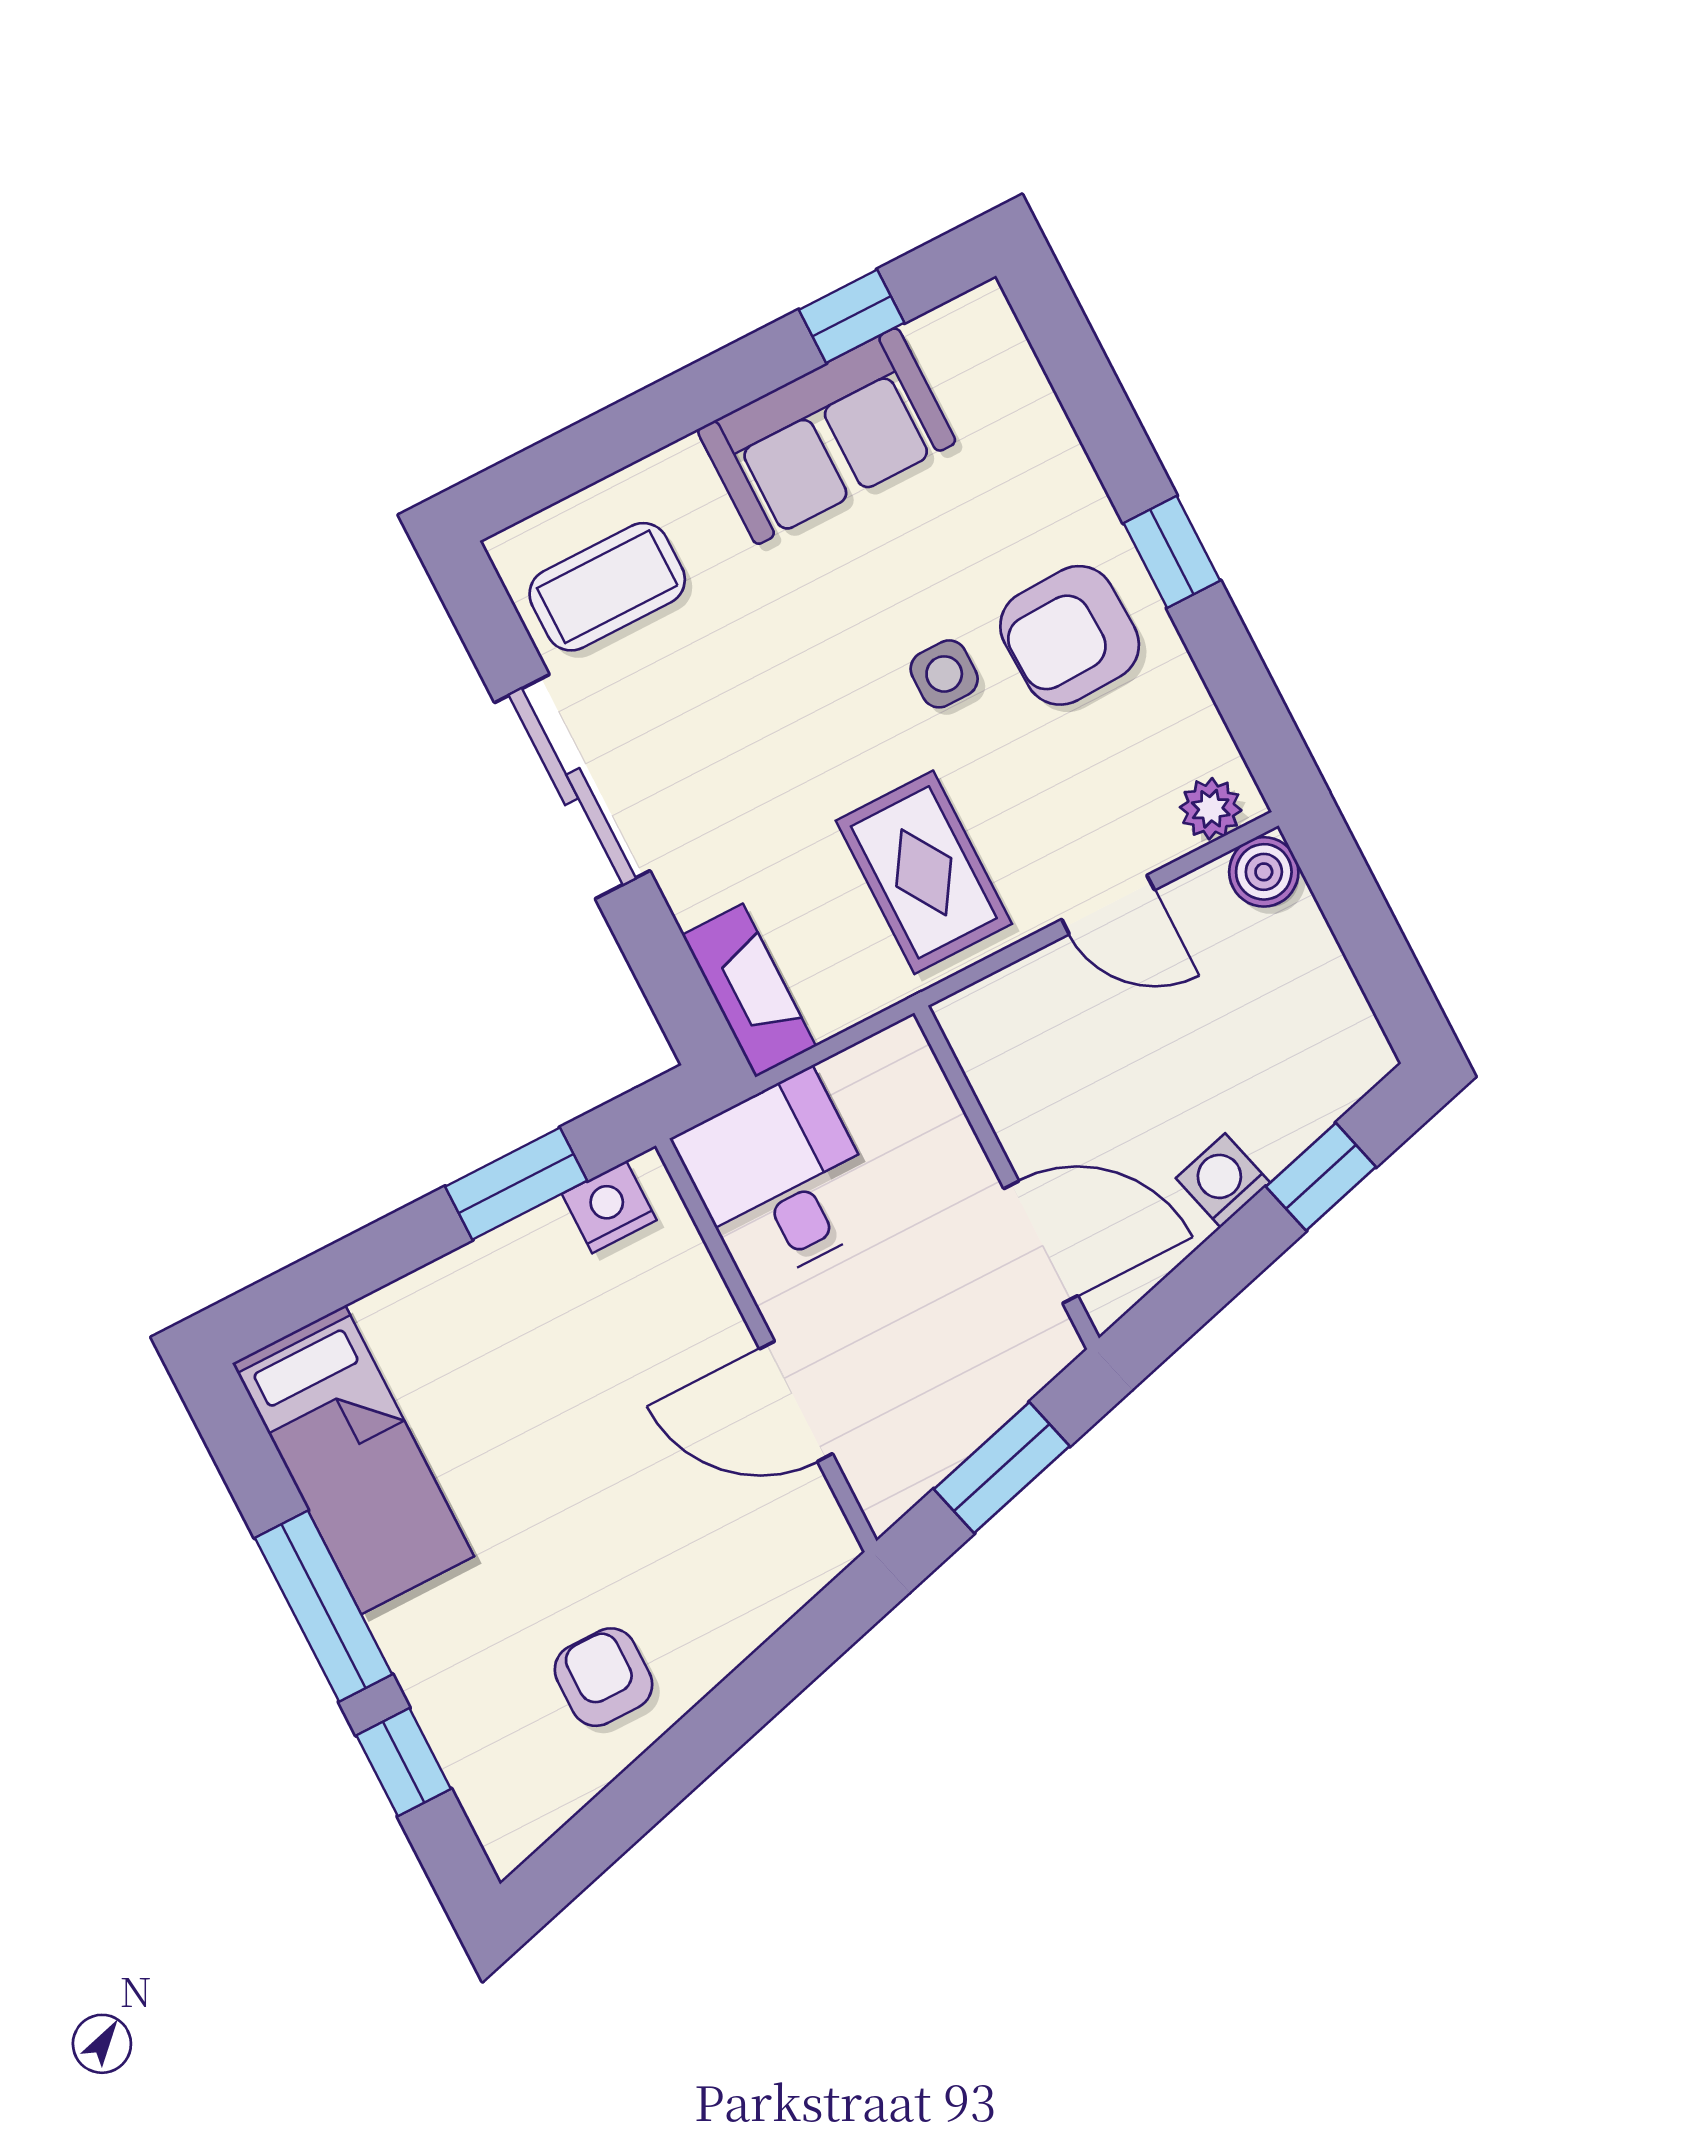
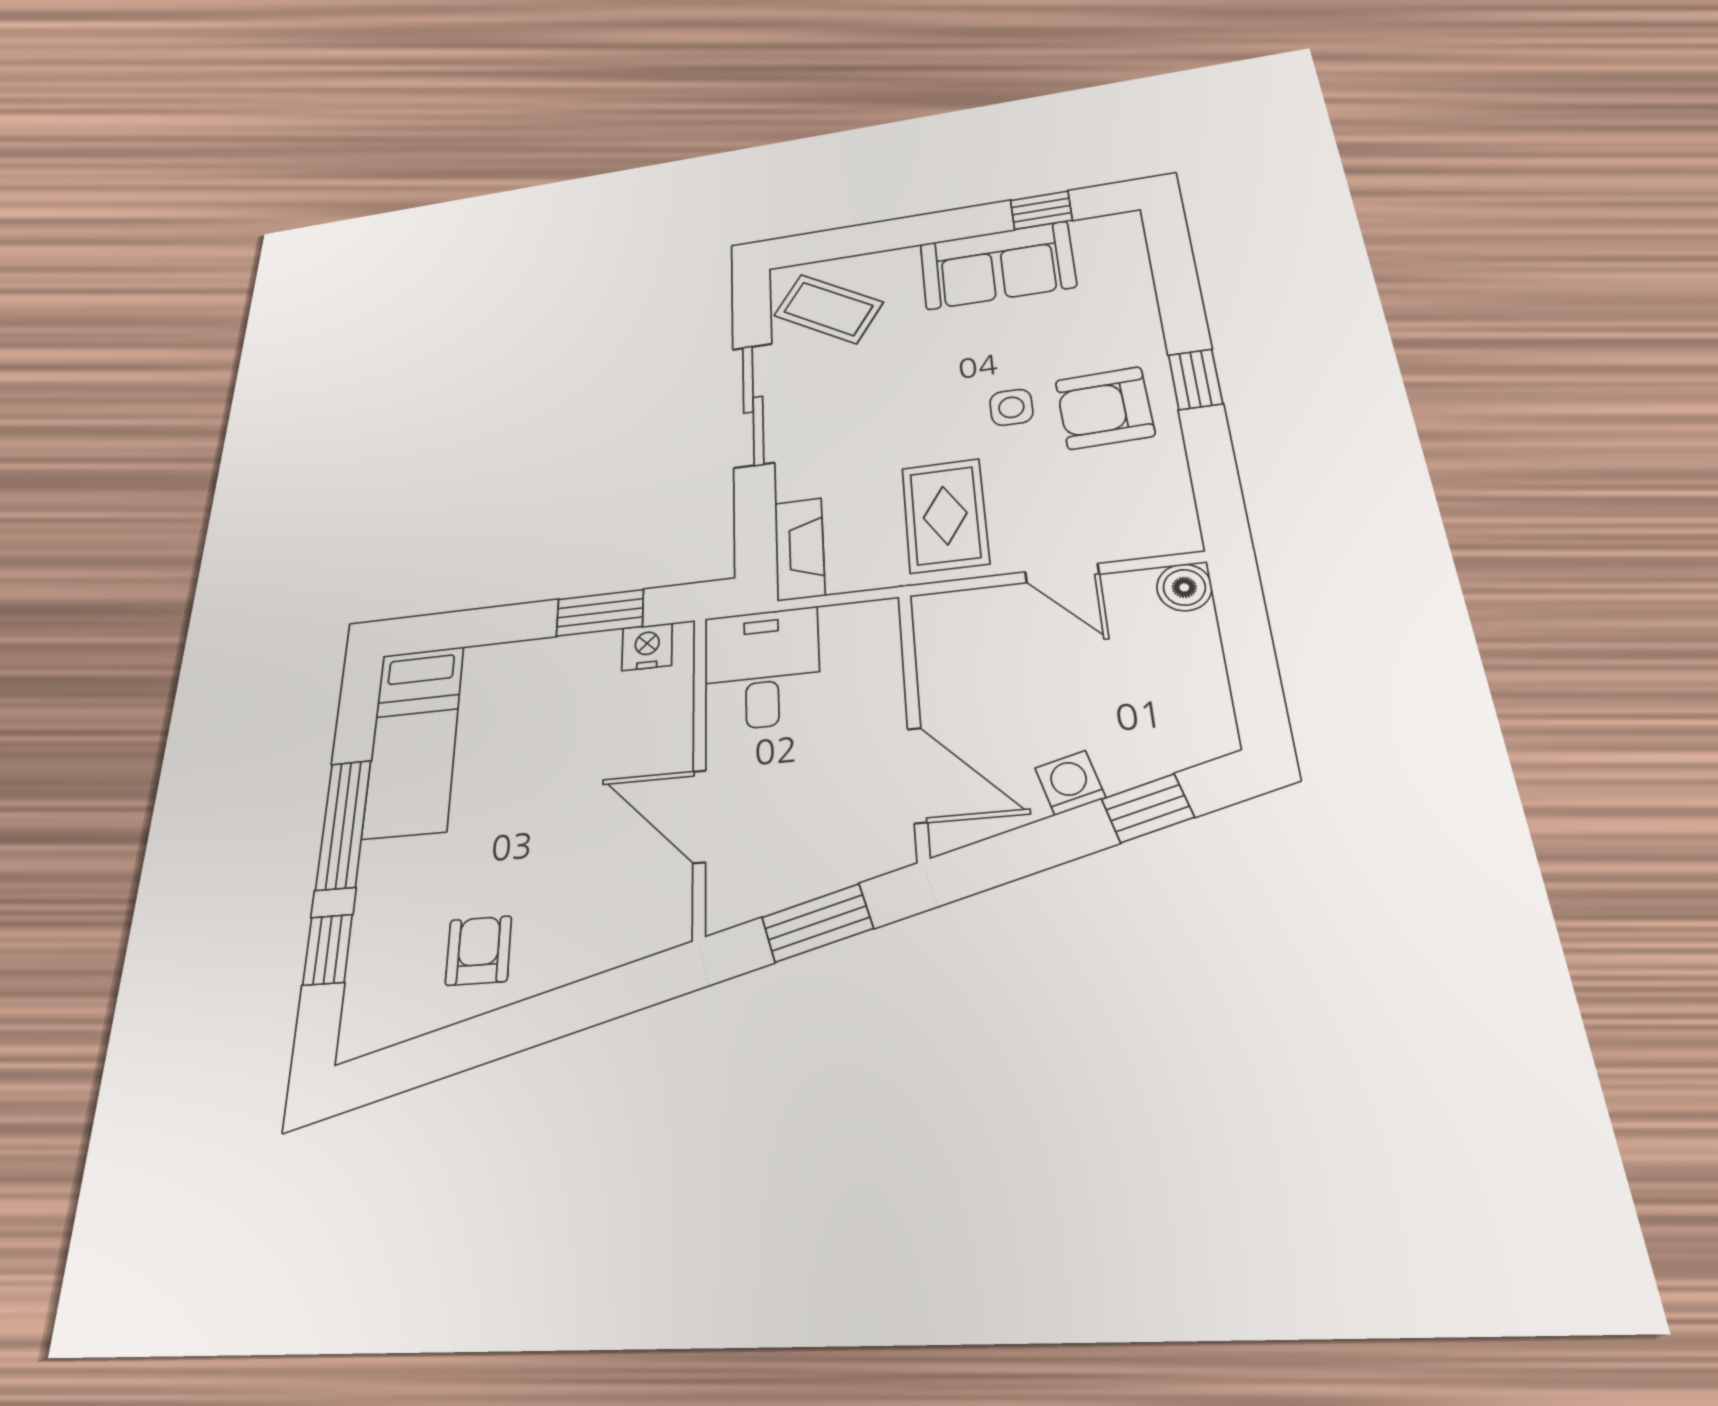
coffee table: (607, 587) -> (828, 309), turned 32
plant: (1211, 809) -> (1161, 536), removed

